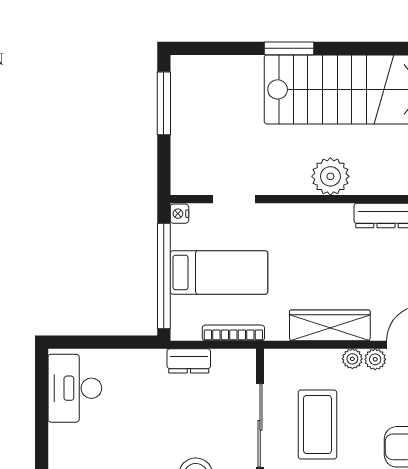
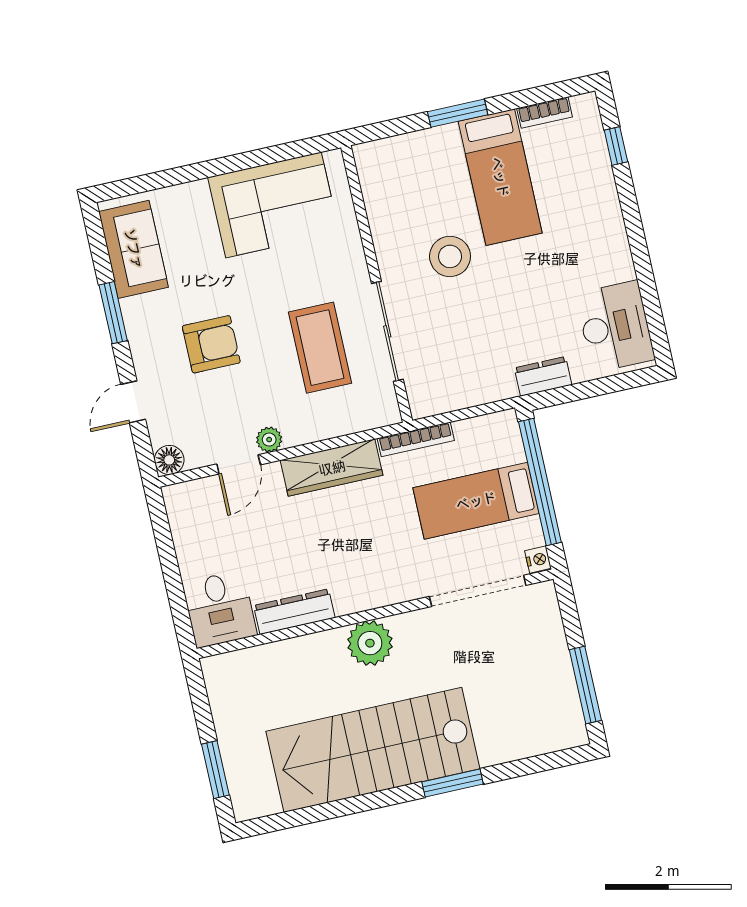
doorway: (234, 199) -> (478, 591), width x1.88
bookcase: (233, 333) -> (416, 439), moved
plant: (352, 359) -> (296, 434), removed
dresser: (189, 361) -> (543, 376), moved

